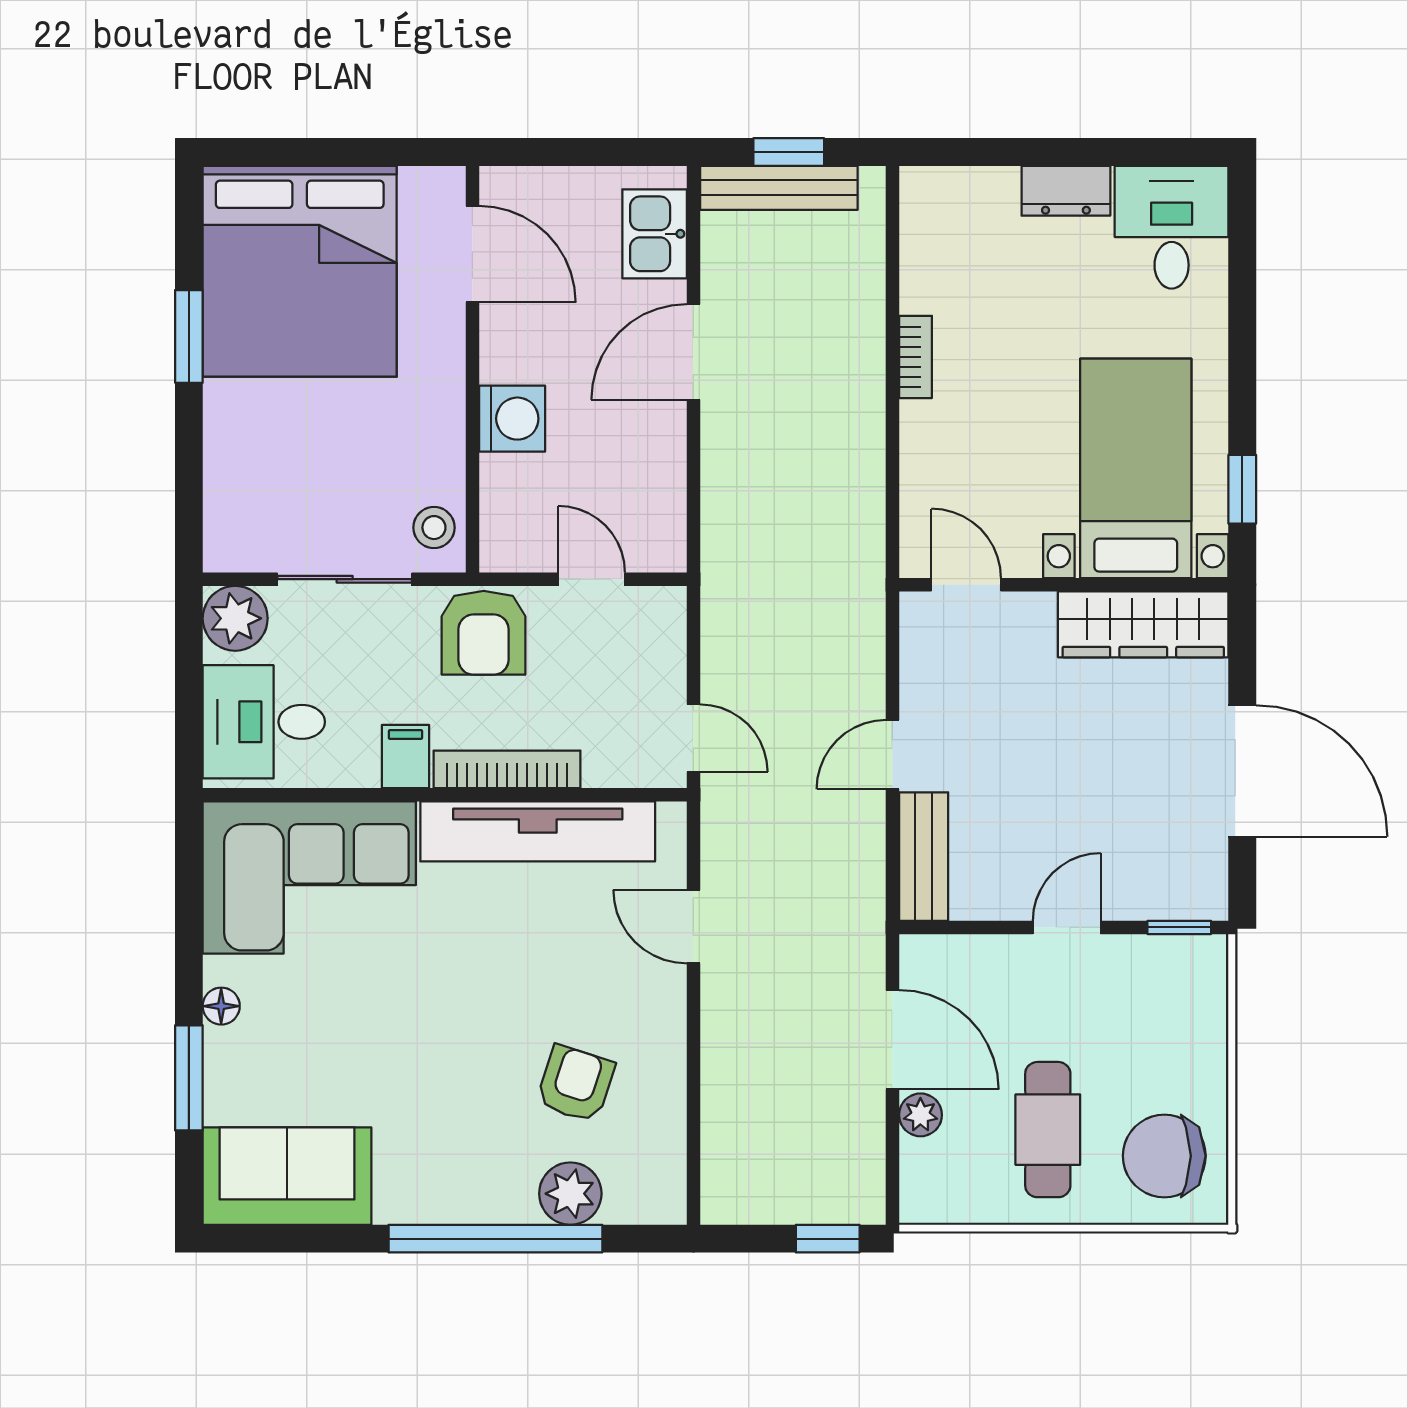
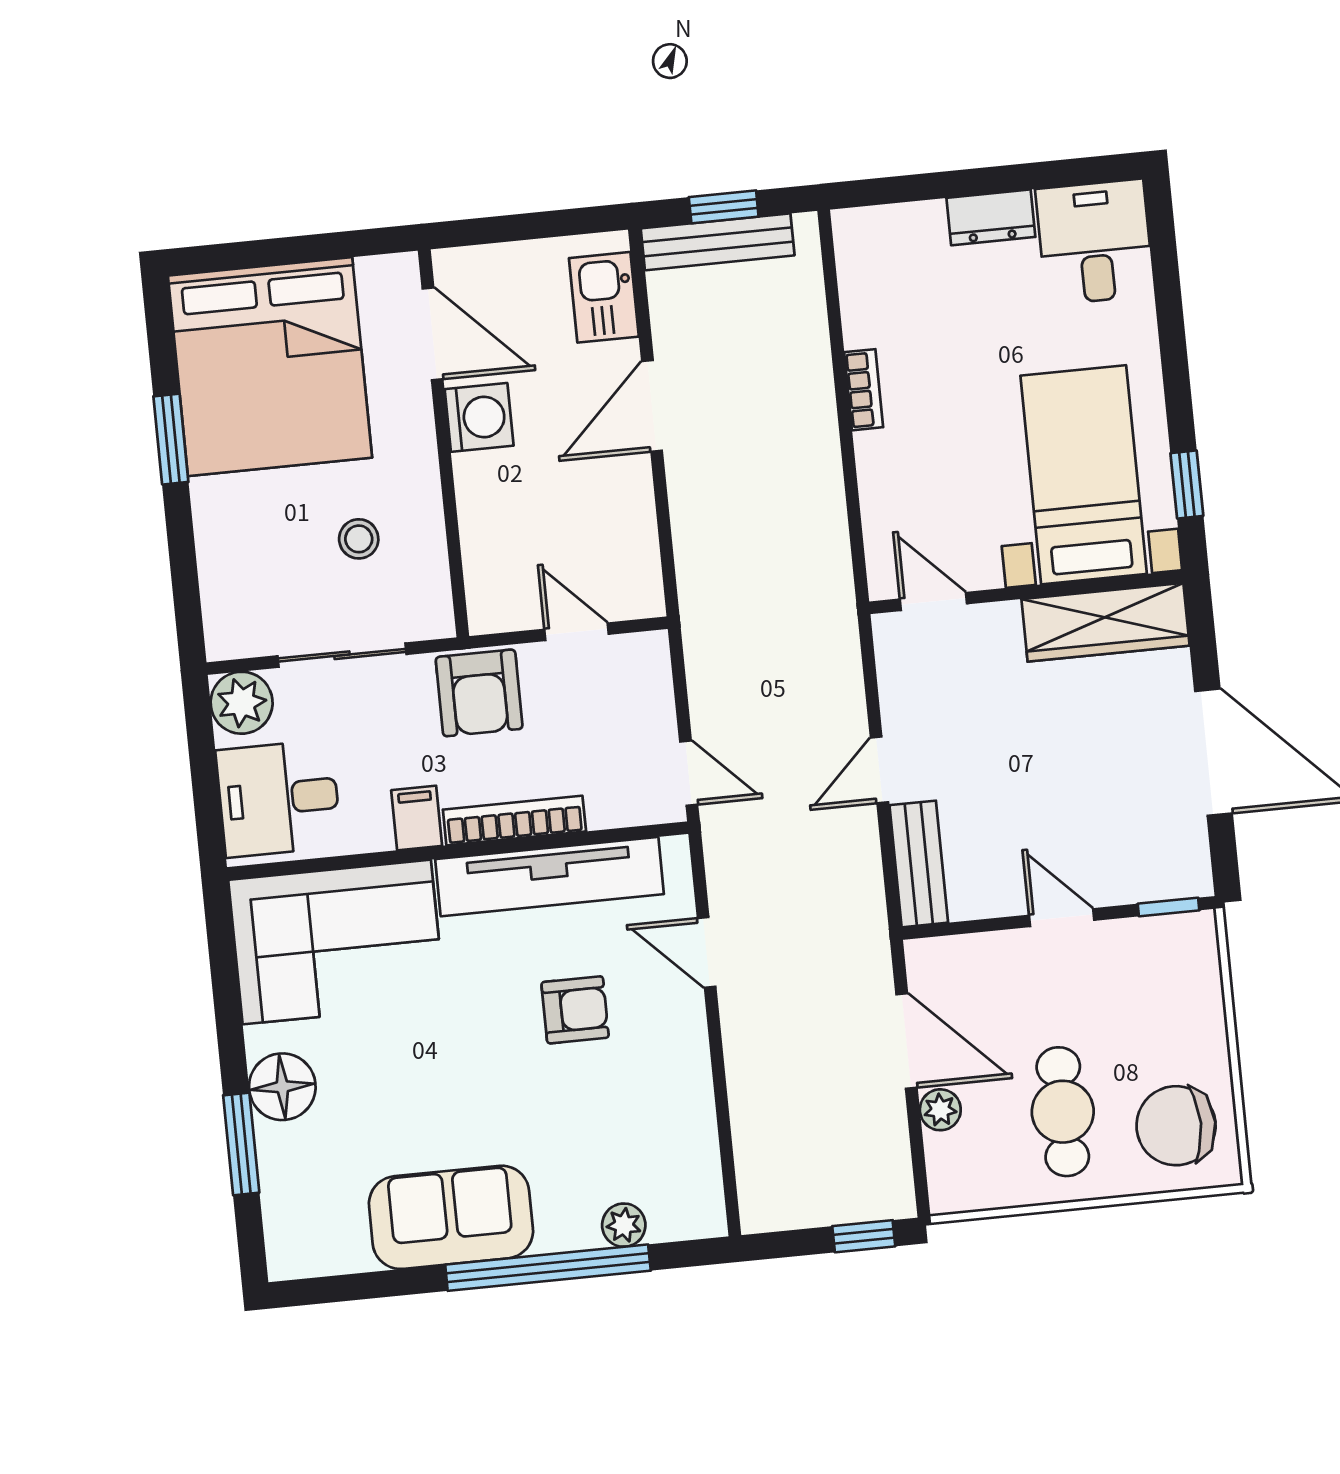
washing machine: (512, 419) -> (479, 417), moved
stool: (434, 528) -> (359, 539), moved
door: (1067, 927) -> (1062, 918), hinge flipped
floor lamp: (221, 1006) -> (282, 1087), width x1.89, depth x1.89
armchair: (575, 1084) -> (575, 1010), moved, turned 72
sofa: (287, 1176) -> (451, 1217), moved
plant: (570, 1194) -> (624, 1225), width x0.73, depth x0.73

